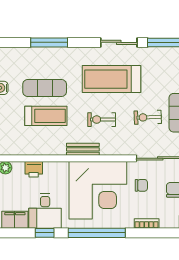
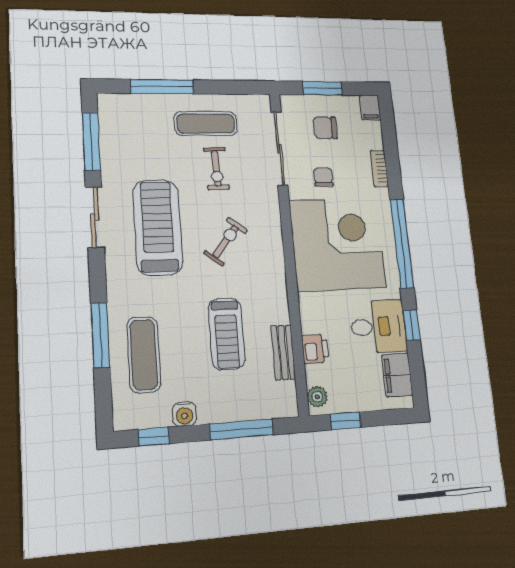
treadmill: (112, 79) -> (158, 227), turned 180
exercise mat: (45, 88) -> (144, 355), moved
treadmill: (46, 116) -> (227, 334), turned 180
exercise bike: (102, 120) -> (226, 242), turned -142
bench: (83, 149) -> (283, 352), moved

